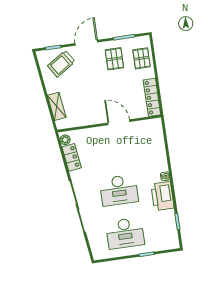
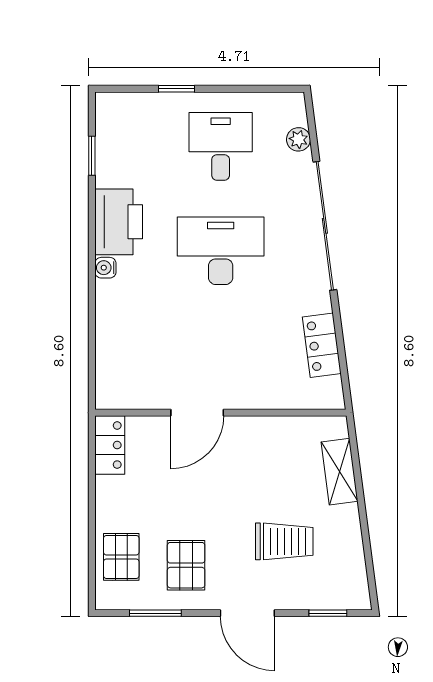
door: (86, 43) -> (247, 613), hinge flipped
trolley: (61, 64) -> (284, 541), moved, turned 33
locker: (152, 97) -> (110, 445), width x0.66
door: (119, 122) -> (197, 413), hinge flipped
plant: (65, 140) -> (298, 139), moved
desk: (125, 233) -> (221, 146), width x0.73

